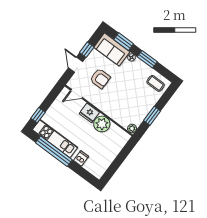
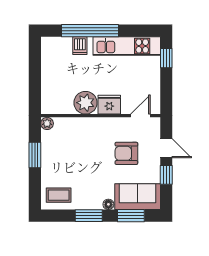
window: (54, 151) -> (90, 31), moved

